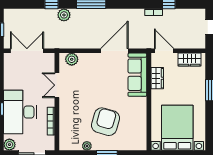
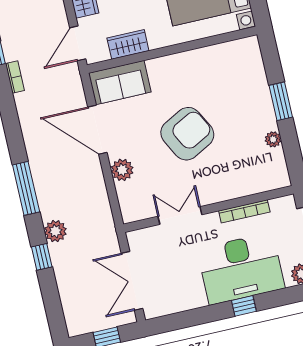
plant: (72, 59) -> (122, 170), moved
sofa: (137, 75) -> (120, 83), width x0.73
double door: (57, 85) -> (180, 216), swing flipped
armchair: (105, 122) -> (187, 134), moved, turned 136

